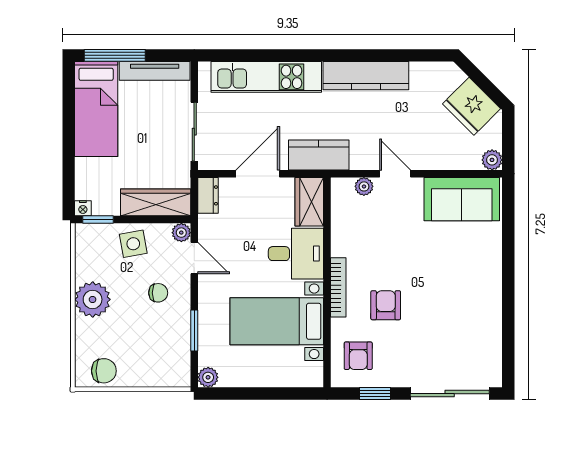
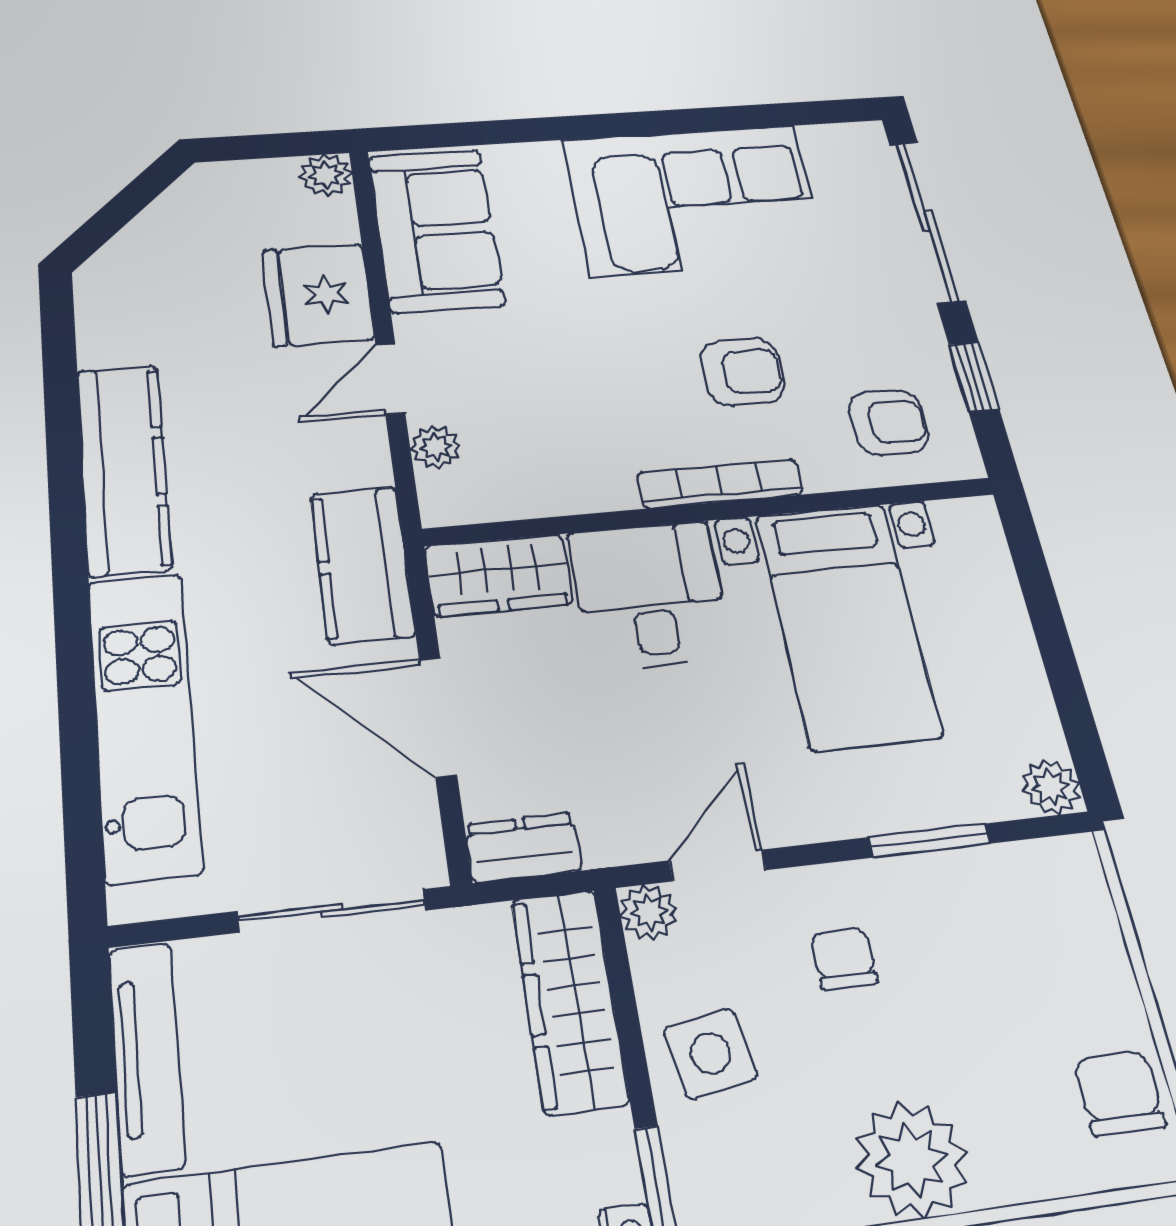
fridge: (472, 106) -> (318, 295), moved, turned 135
corner sofa: (468, 302) -> (694, 199), added
armchair: (386, 305) -> (743, 372), turned 180

